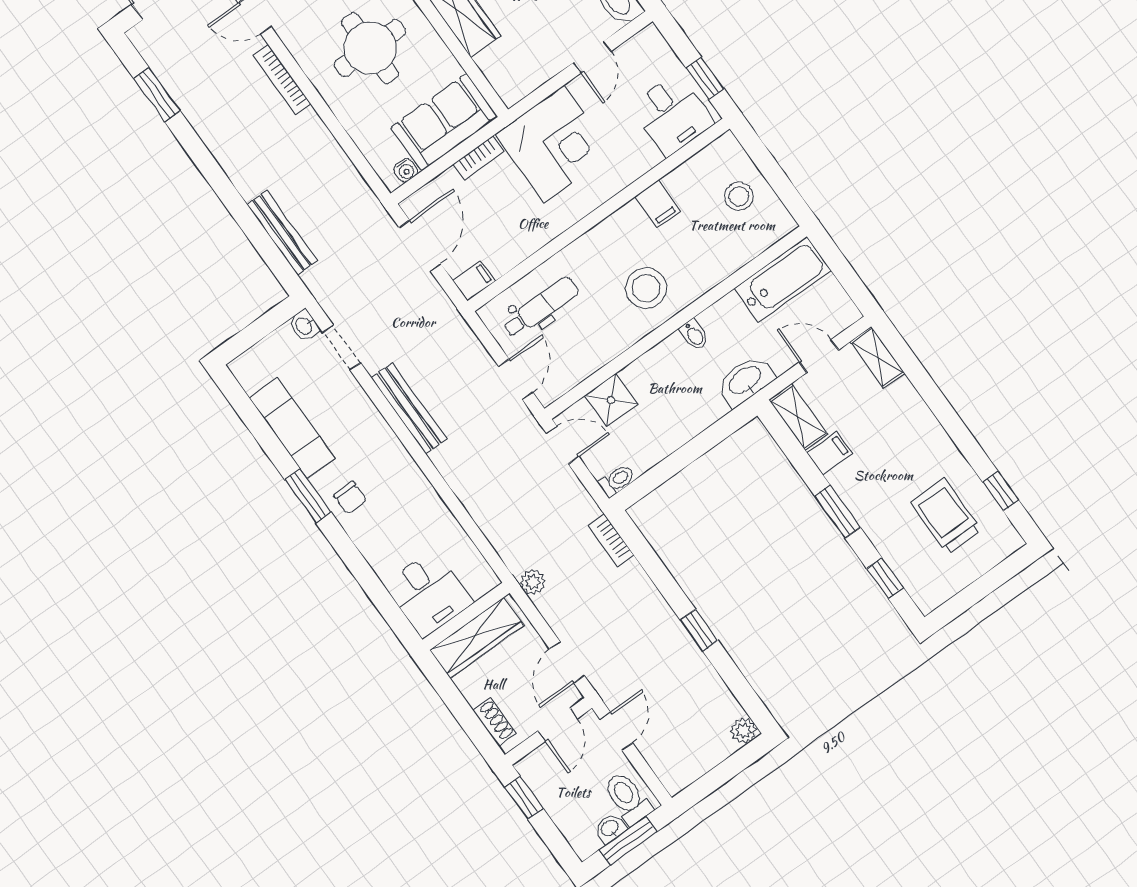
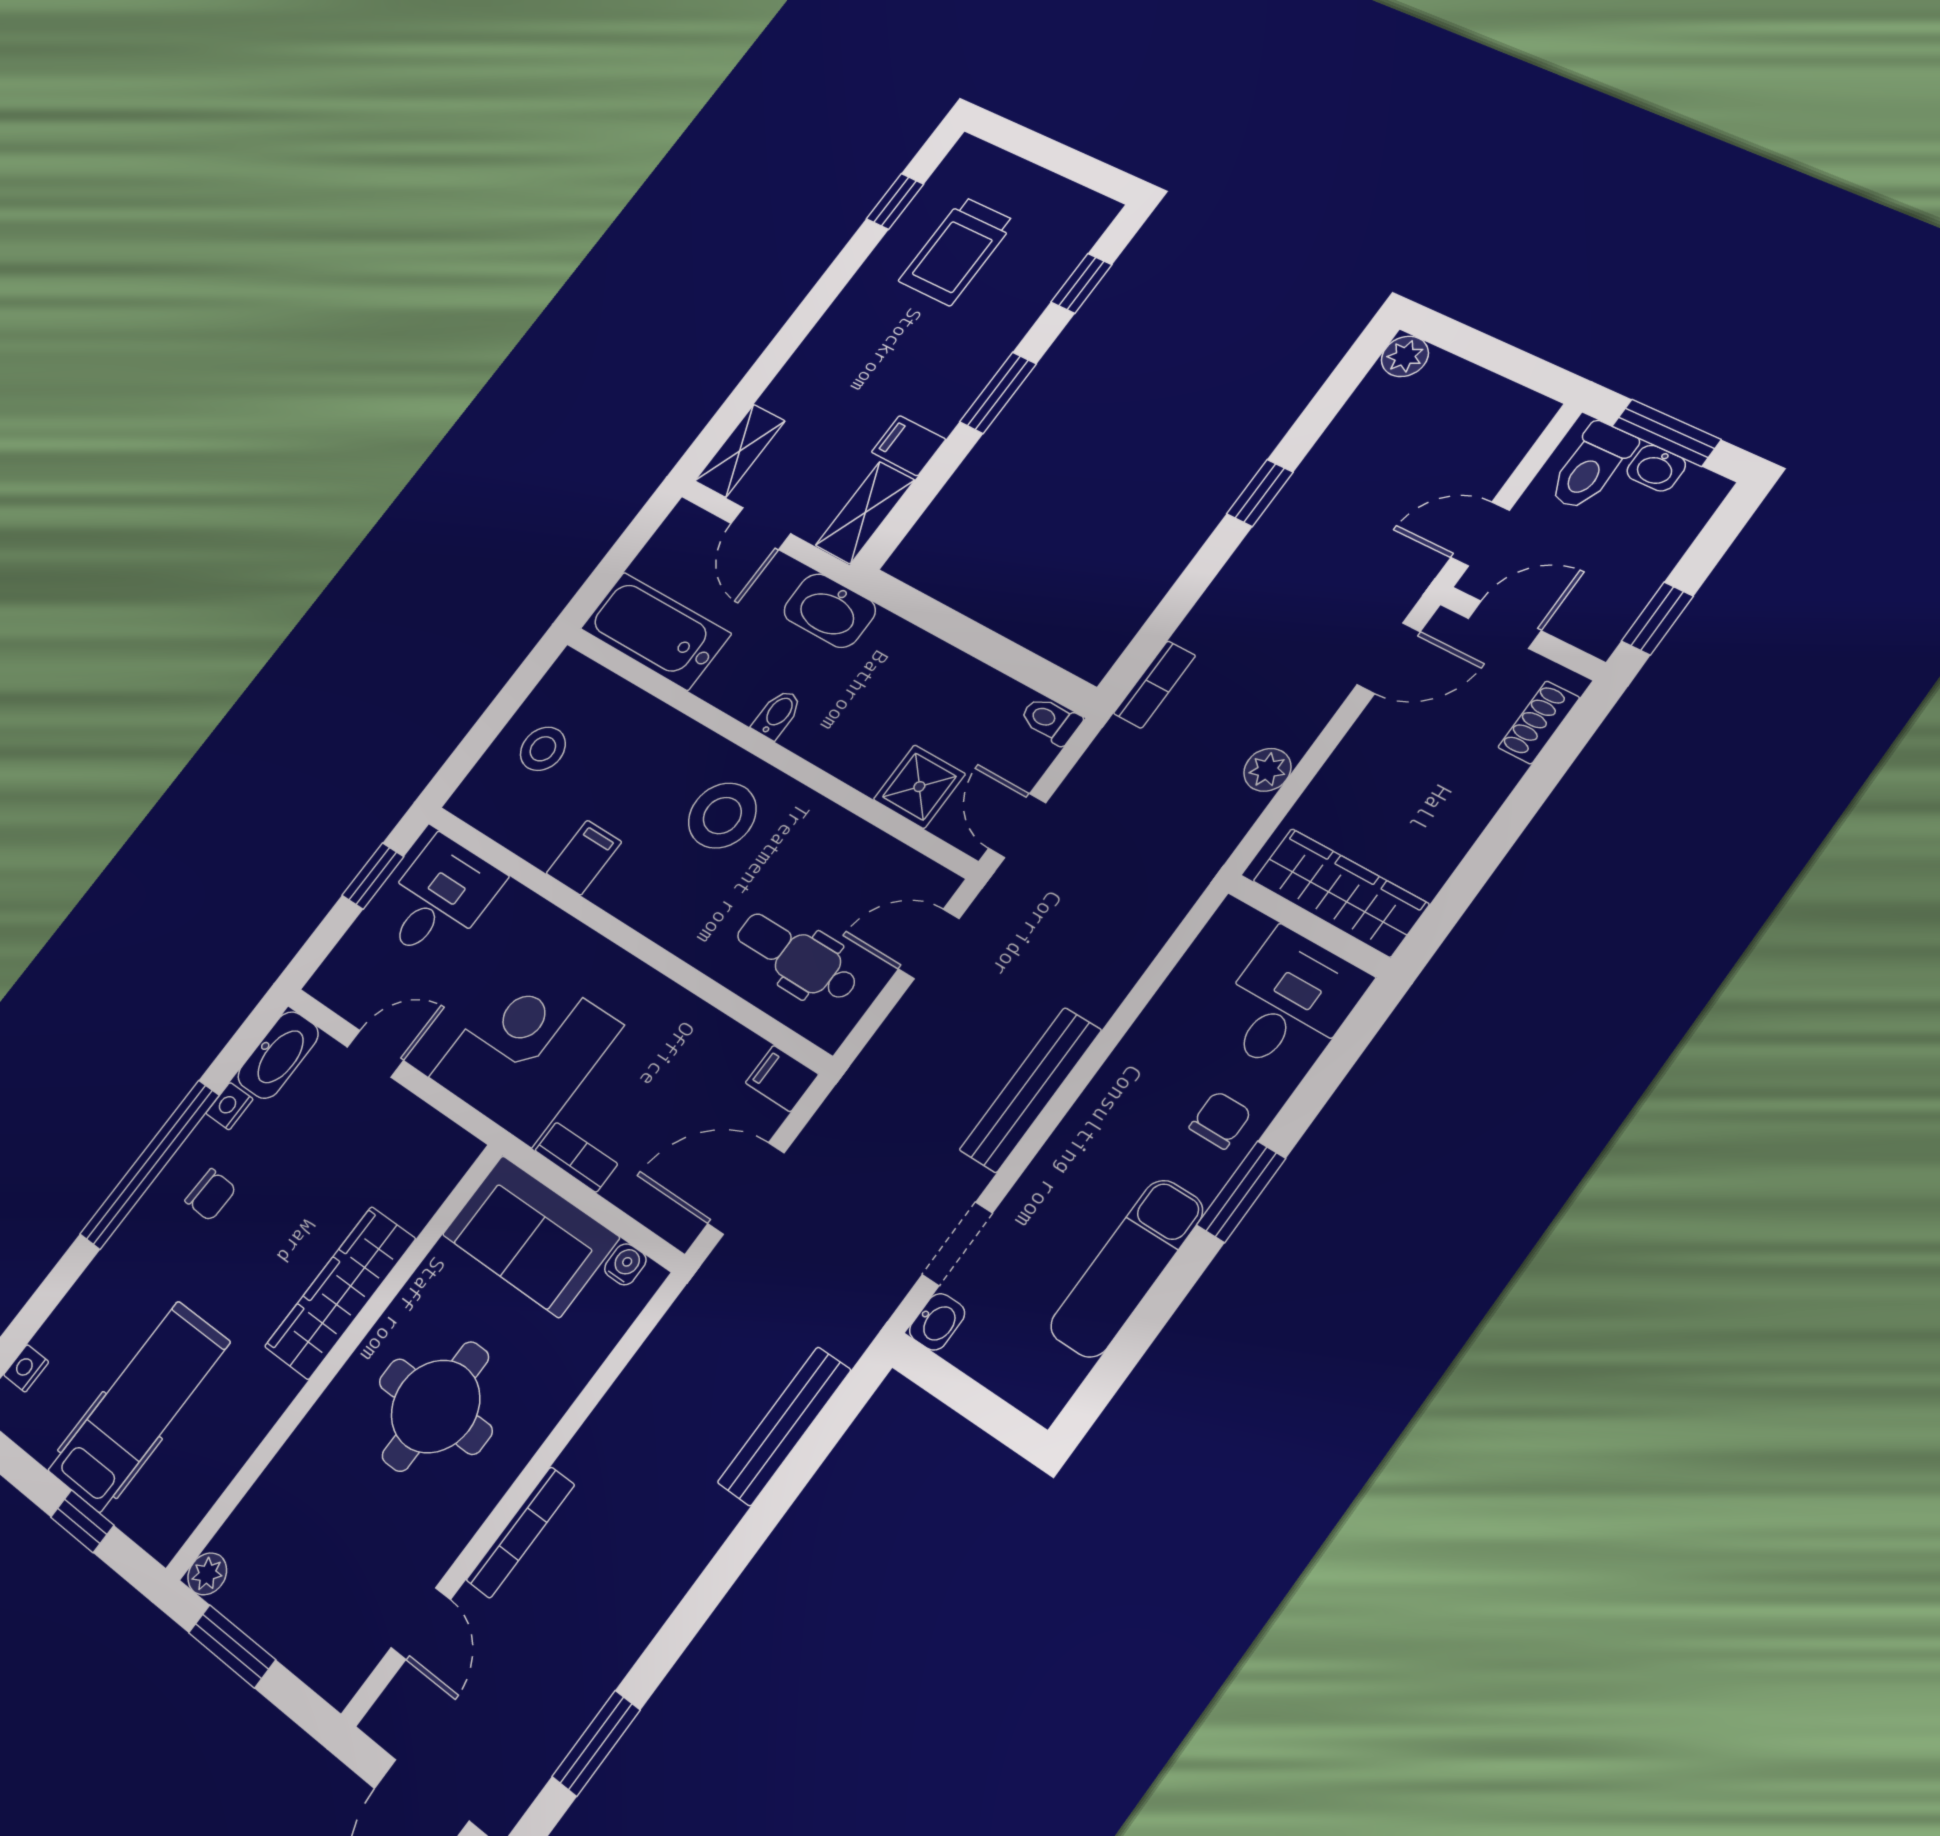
desk: (428, 593) -> (1289, 1003), moved
wall: (466, 616) -> (1308, 926), moved
wardrobe: (477, 638) -> (1341, 892), moved

